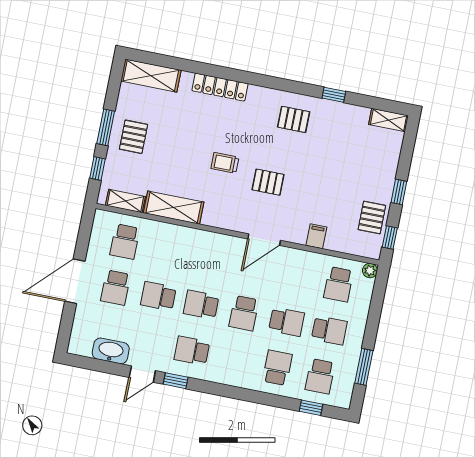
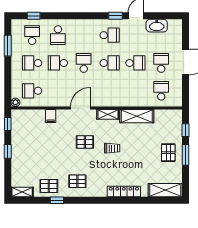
shelving: (125, 201) -> (108, 114), moved
pallet: (372, 217) -> (49, 186), moved, turned 90
school desk: (338, 284) -> (32, 91), turned -90

